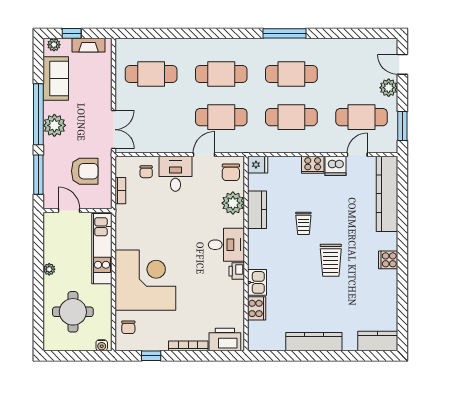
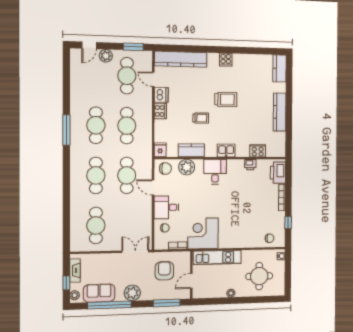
window: (38, 114) -> (110, 305), moved
printer: (237, 271) -> (250, 165), moved
corner desk: (145, 280) -> (203, 233), moved, width x0.74, depth x0.74
kitchen sink: (257, 282) -> (226, 151), moved

